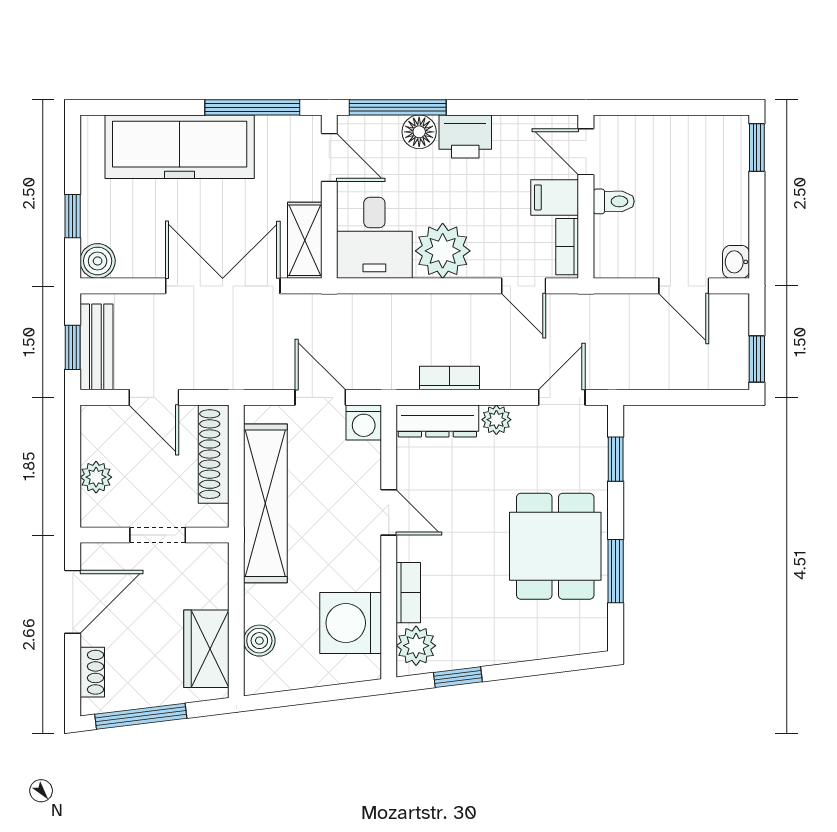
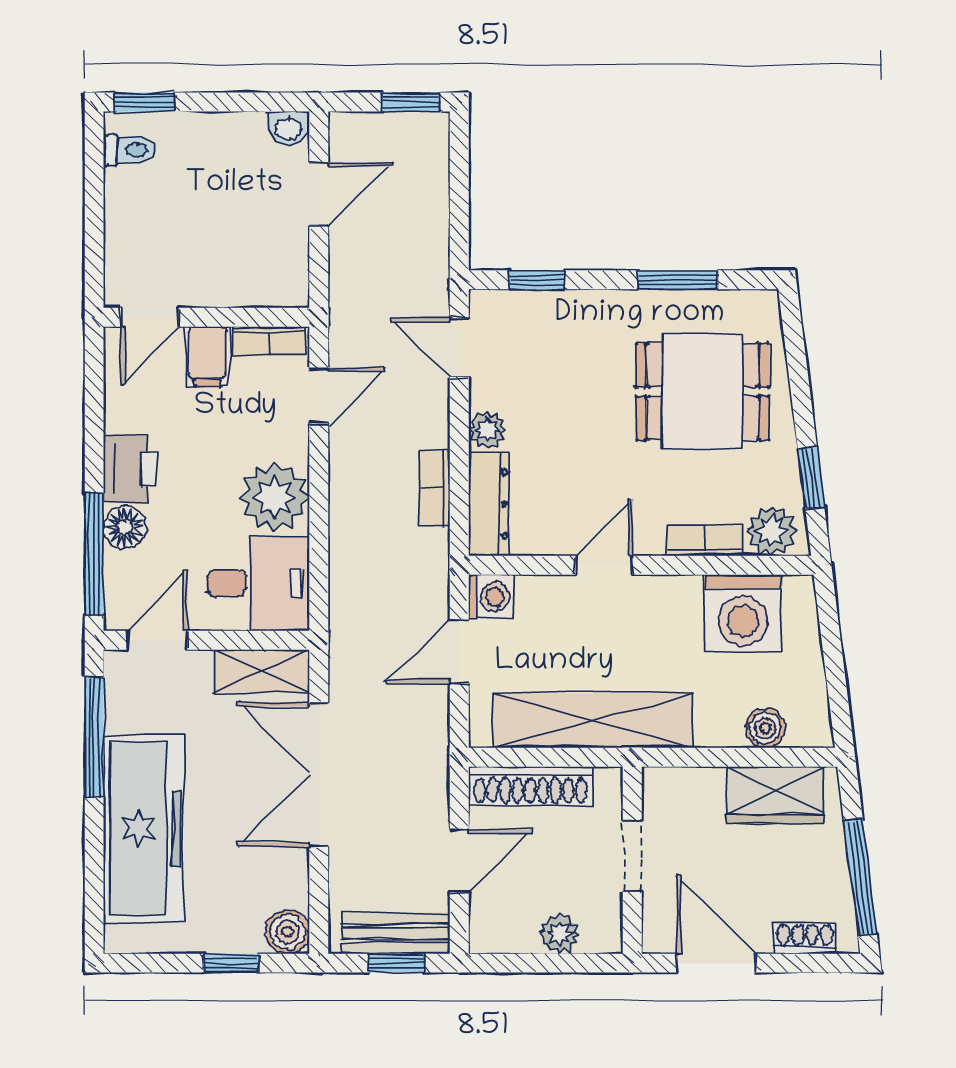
toilet: (614, 201) -> (129, 150), moved, turned 90
dining table: (555, 546) -> (703, 392), moved

